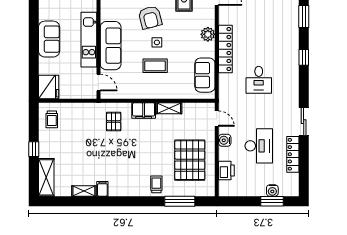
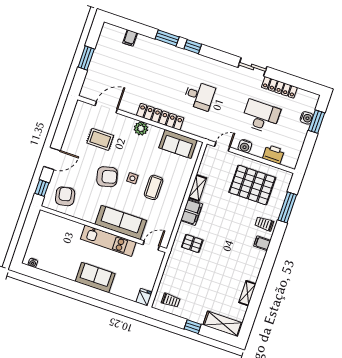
window: (304, 16) -> (167, 38), moved
fridge: (49, 87) -> (144, 297), width x0.53, depth x0.75
filing cabinet: (102, 189) -> (262, 243), moved

